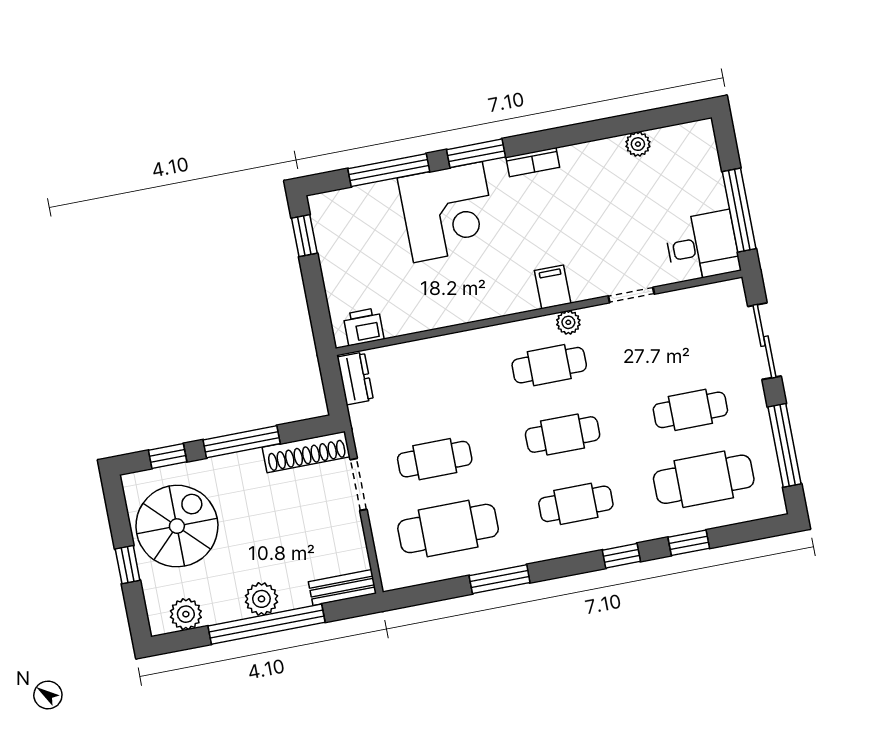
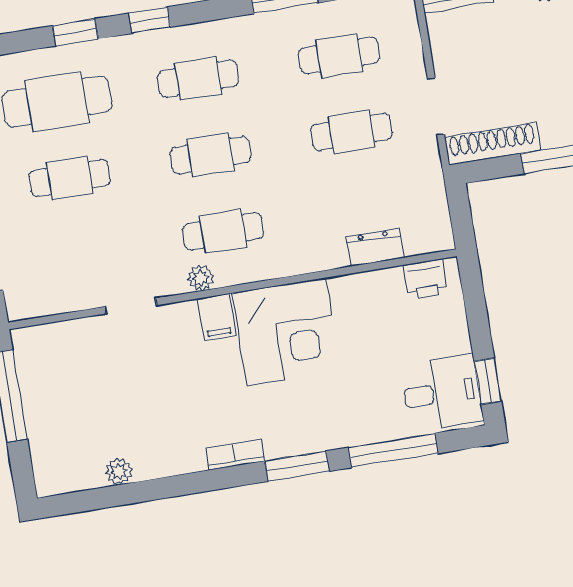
corner desk: (448, 212) -> (286, 332), moved, turned 180
desk: (702, 246) -> (442, 393), moved, turned 180
dresser: (355, 378) -> (375, 247), moved, turned 90
cafe table: (448, 528) -> (339, 55), width x0.73, depth x0.74

